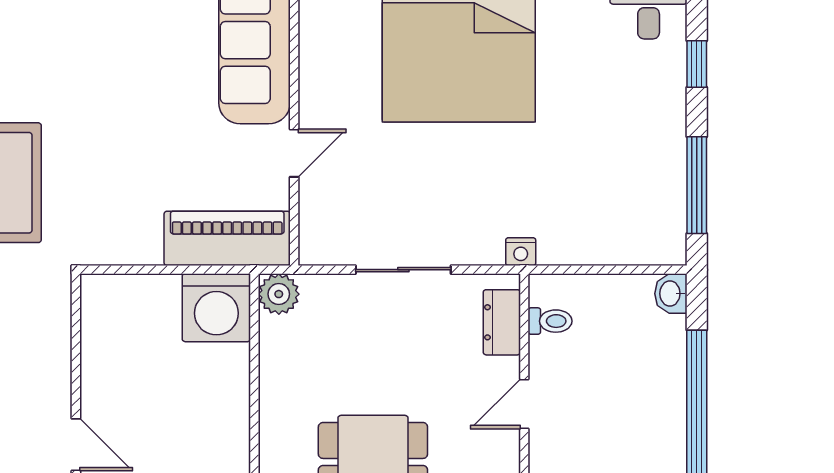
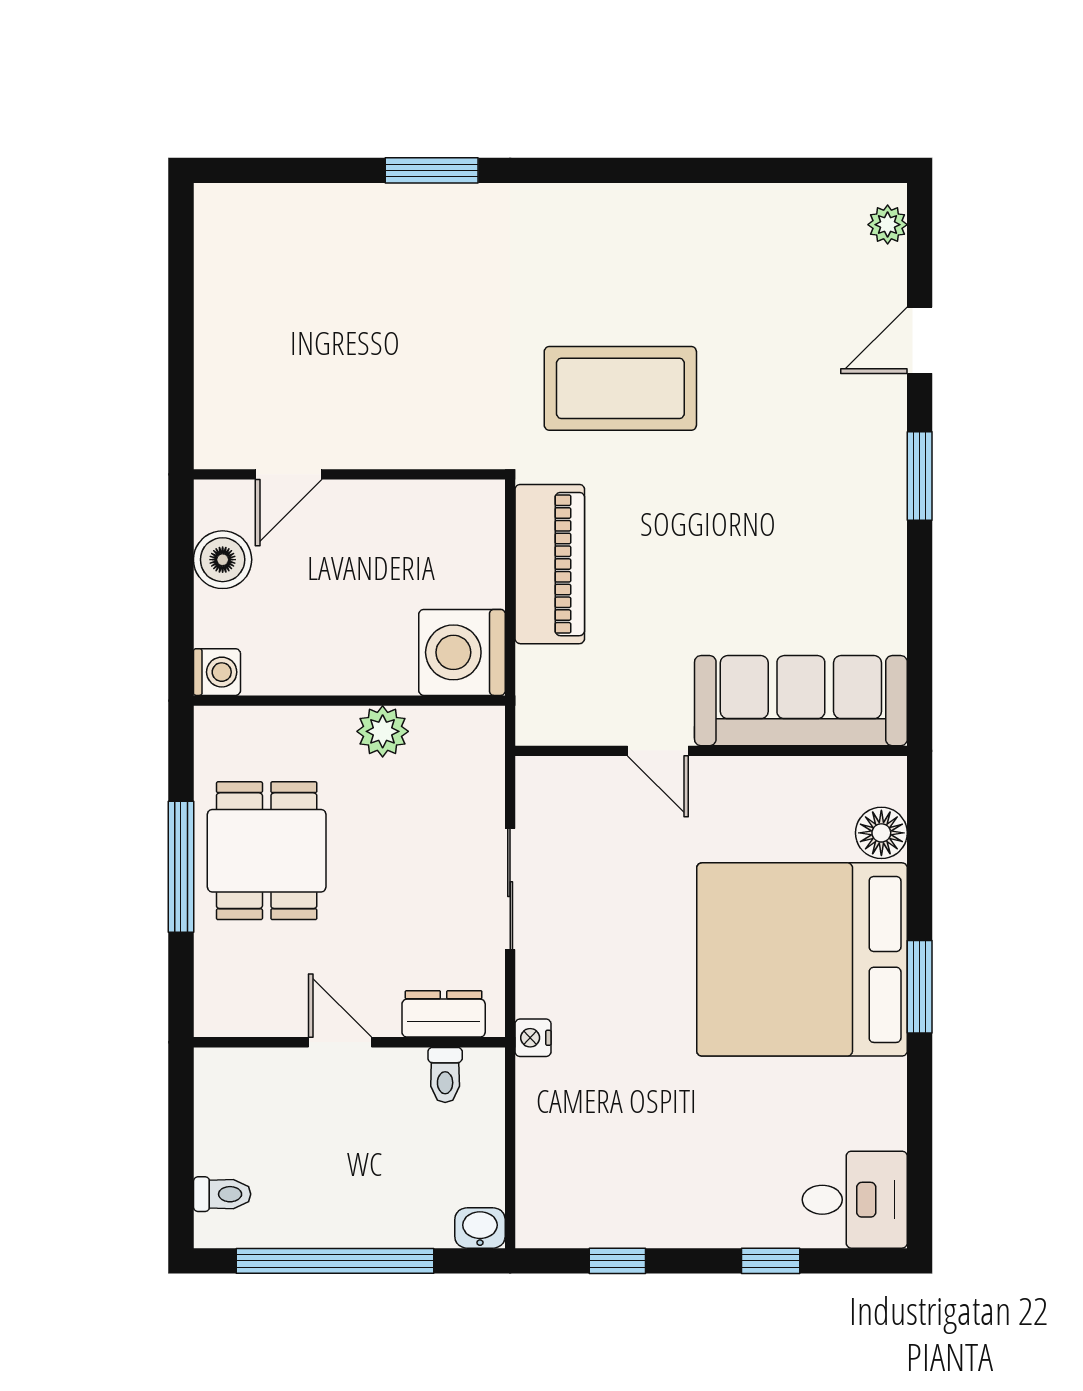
window: (697, 185) -> (617, 1261), width x0.46
piano: (227, 238) -> (550, 564), moved
plant: (279, 294) -> (383, 731), moved

